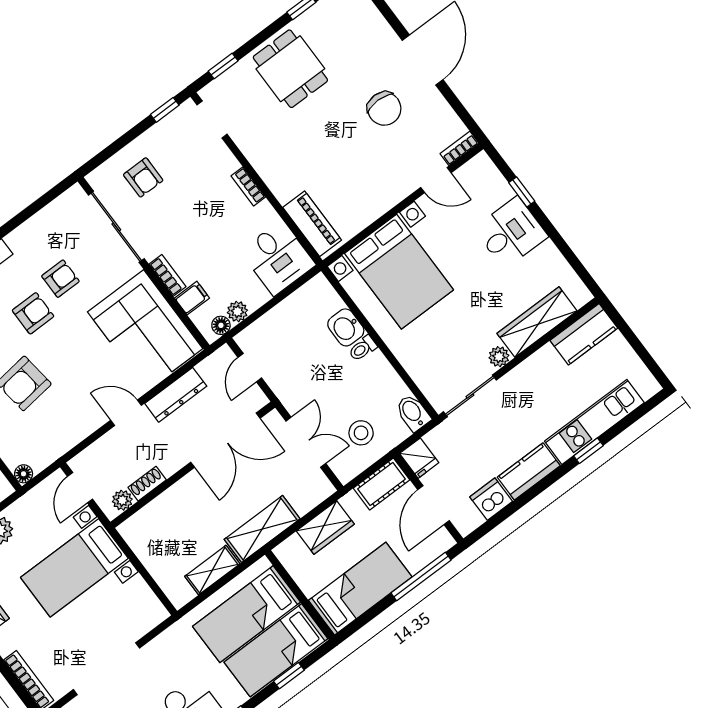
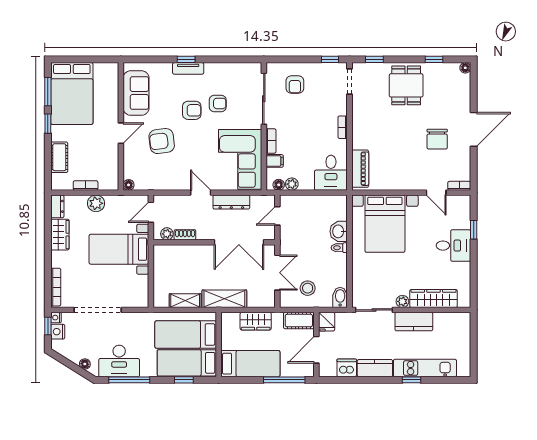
kitchen counter: (584, 334) -> (414, 322), moved

